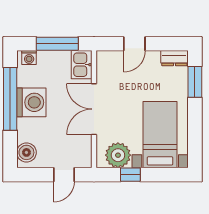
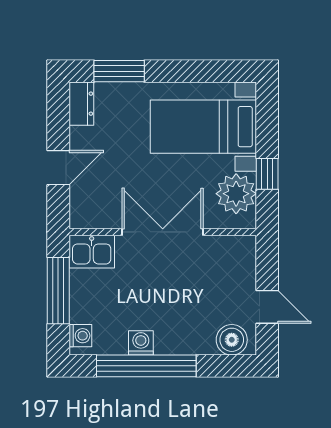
door: (134, 44) -> (58, 168), hinge flipped
washing machine: (31, 102) -> (141, 343), width x0.53, depth x0.53
double door: (94, 109) -> (163, 232), swing flipped
door: (64, 175) -> (267, 307), moved

